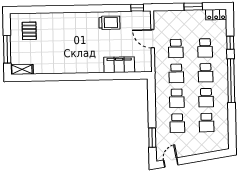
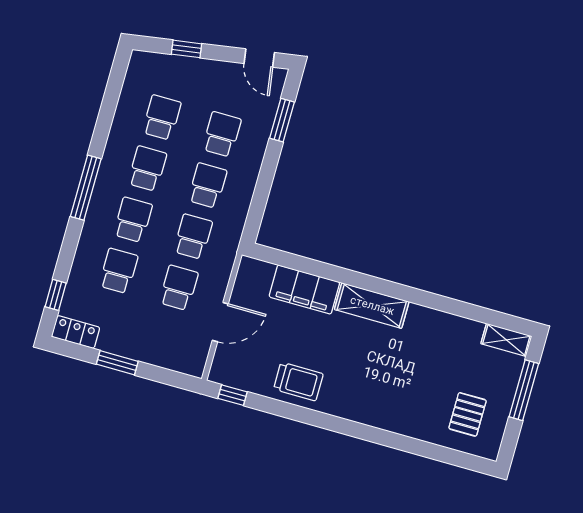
trolley: (109, 23) -> (298, 381), turned 180
door: (153, 39) -> (220, 322), hinge flipped
window: (230, 43) -> (56, 295), moved
shelving: (87, 67) -> (372, 306), added
window: (231, 81) -> (86, 188), width x0.68
window: (205, 157) -> (187, 49), added
door: (171, 162) -> (259, 58), hinge flipped

